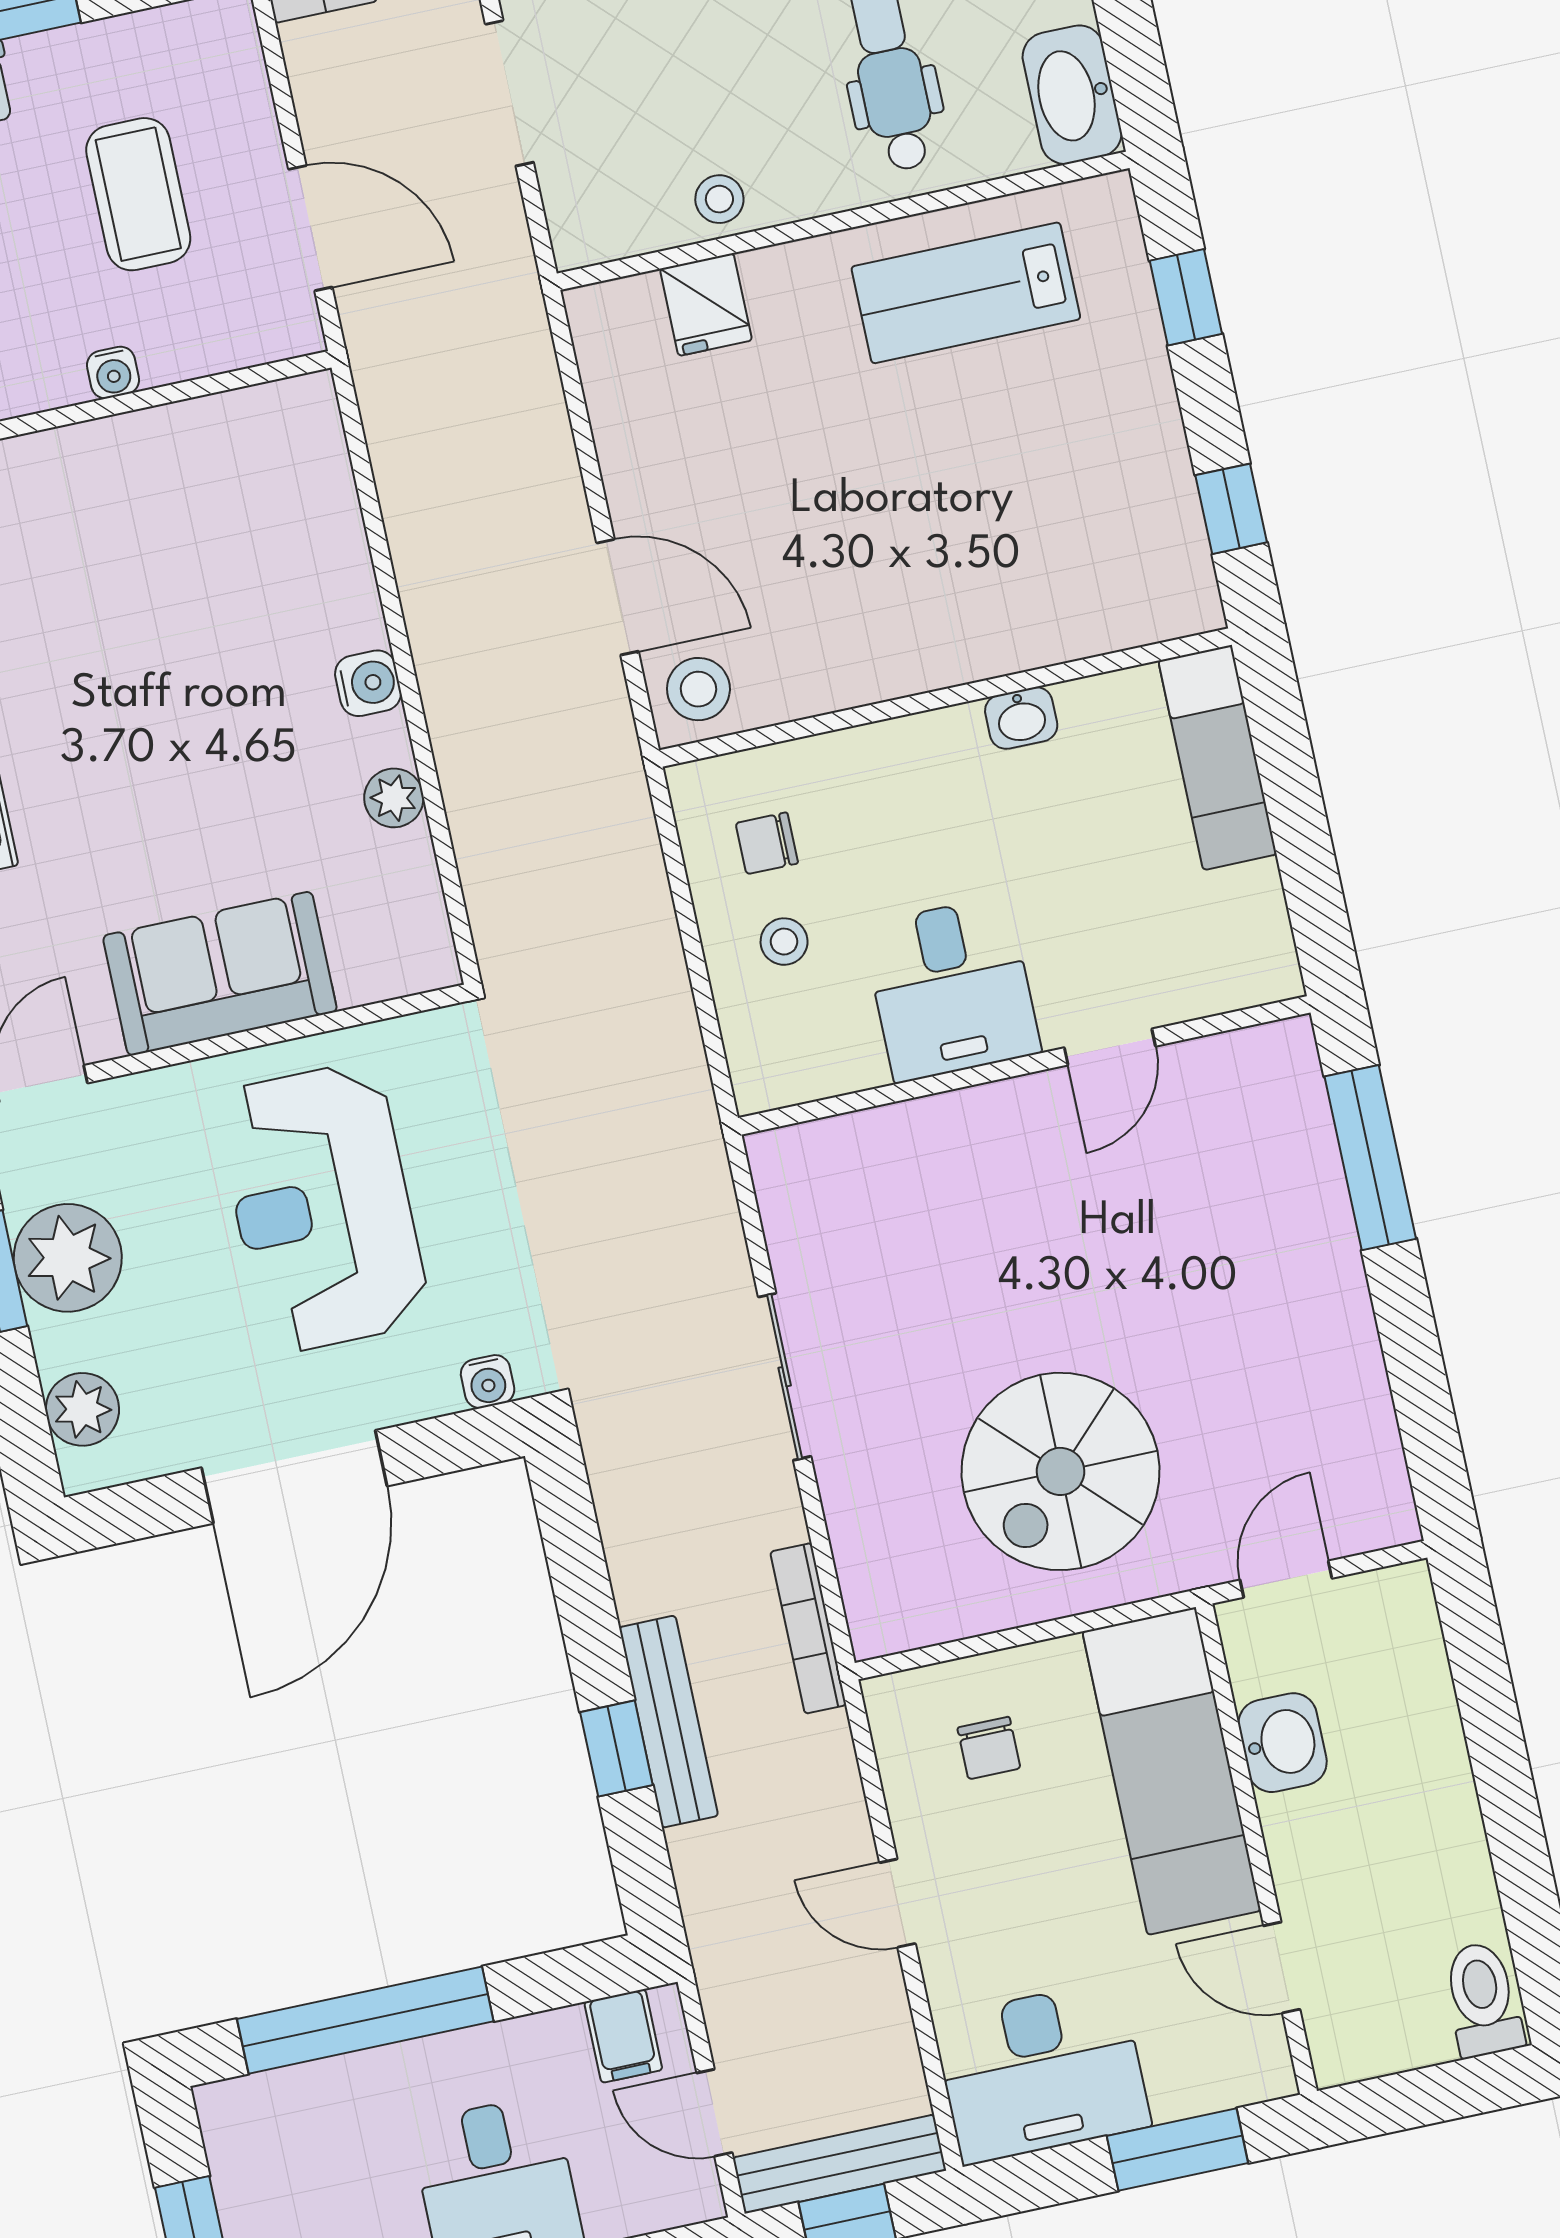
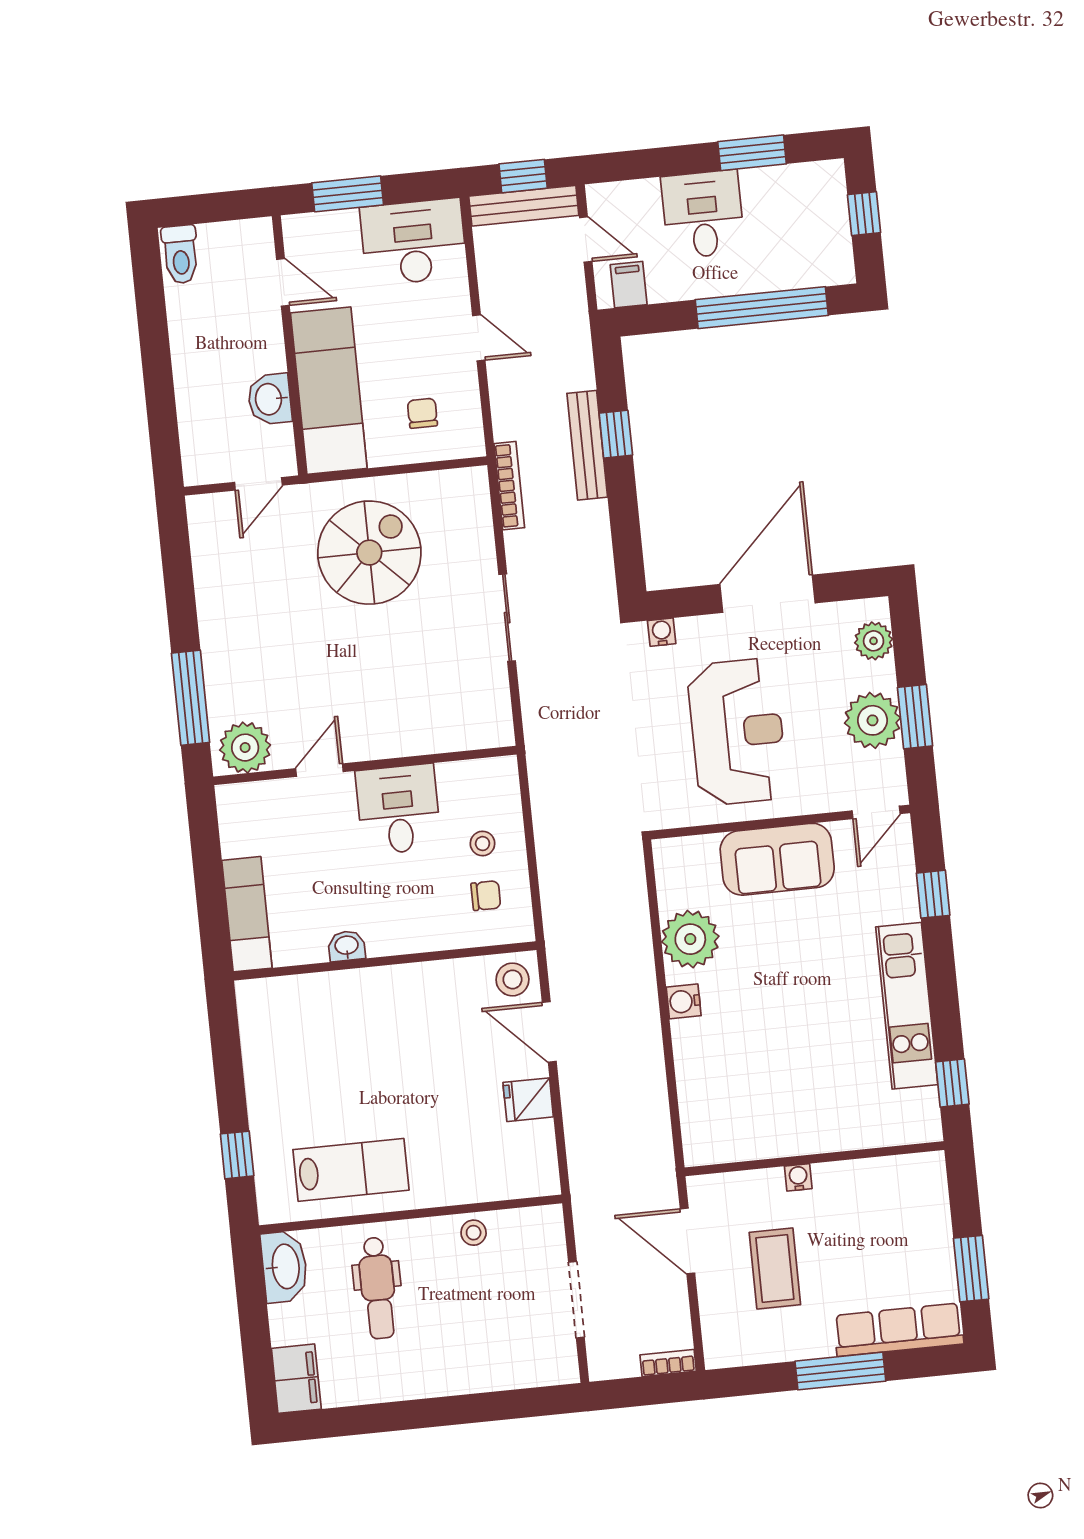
fridge: (706, 305) -> (528, 1100), moved, turned -90
window: (1231, 509) -> (226, 1043), removed
plant: (394, 798) -> (690, 939), width x1.88, depth x1.88
plant: (1256, 1074) -> (245, 748), added

